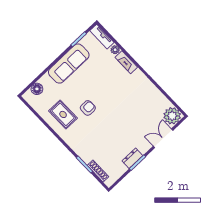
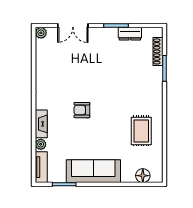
armchair: (88, 108) -> (82, 110), moved
plant: (172, 116) -> (41, 33), width x0.53, depth x0.53
dresser: (132, 158) -> (130, 34), moved

